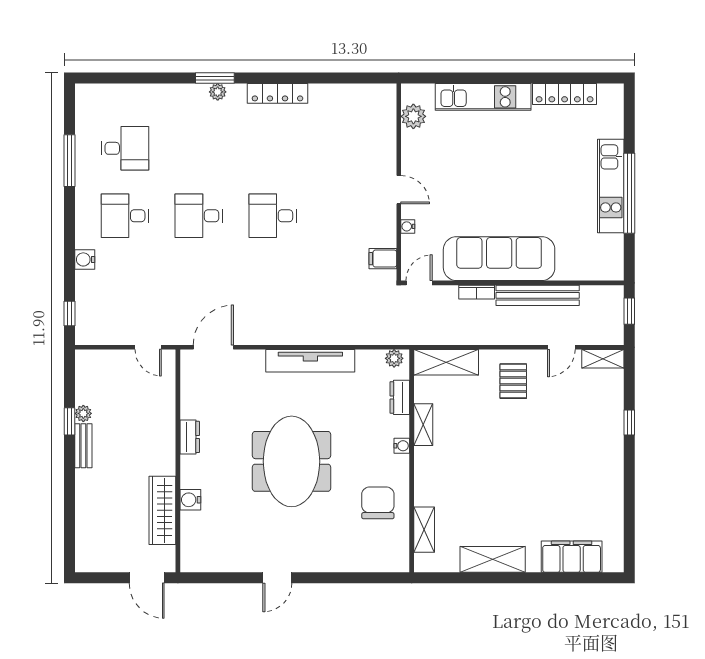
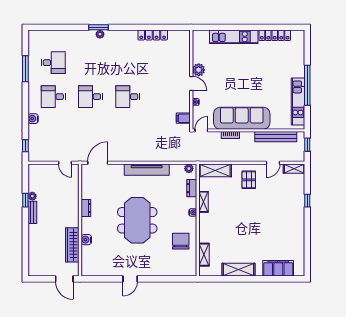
locker: (277, 93) -> (153, 35), moved
plant: (413, 116) -> (199, 70), moved
kitchen unit: (611, 186) -> (298, 102), moved
bench: (538, 295) -> (276, 137), moved

